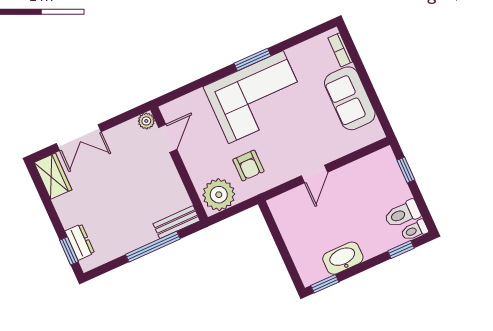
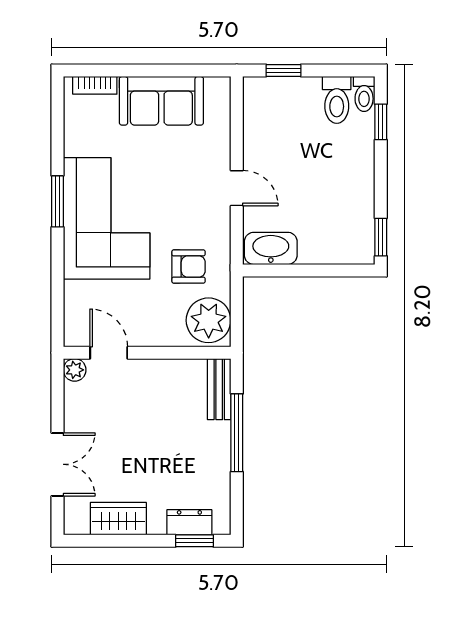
wardrobe: (53, 176) -> (118, 519), moved
washbasin: (343, 258) -> (271, 248), moved, turned 90

